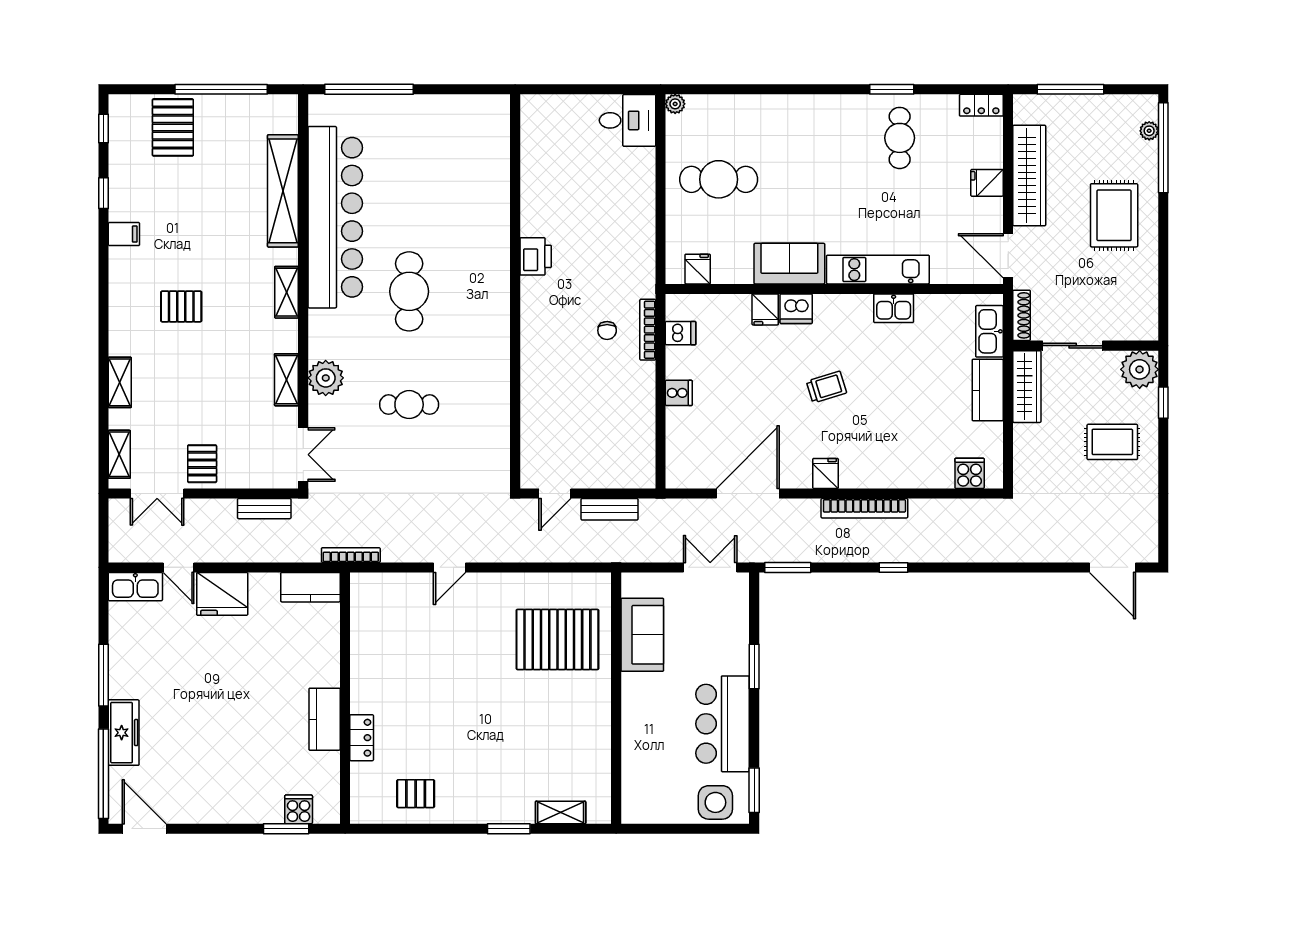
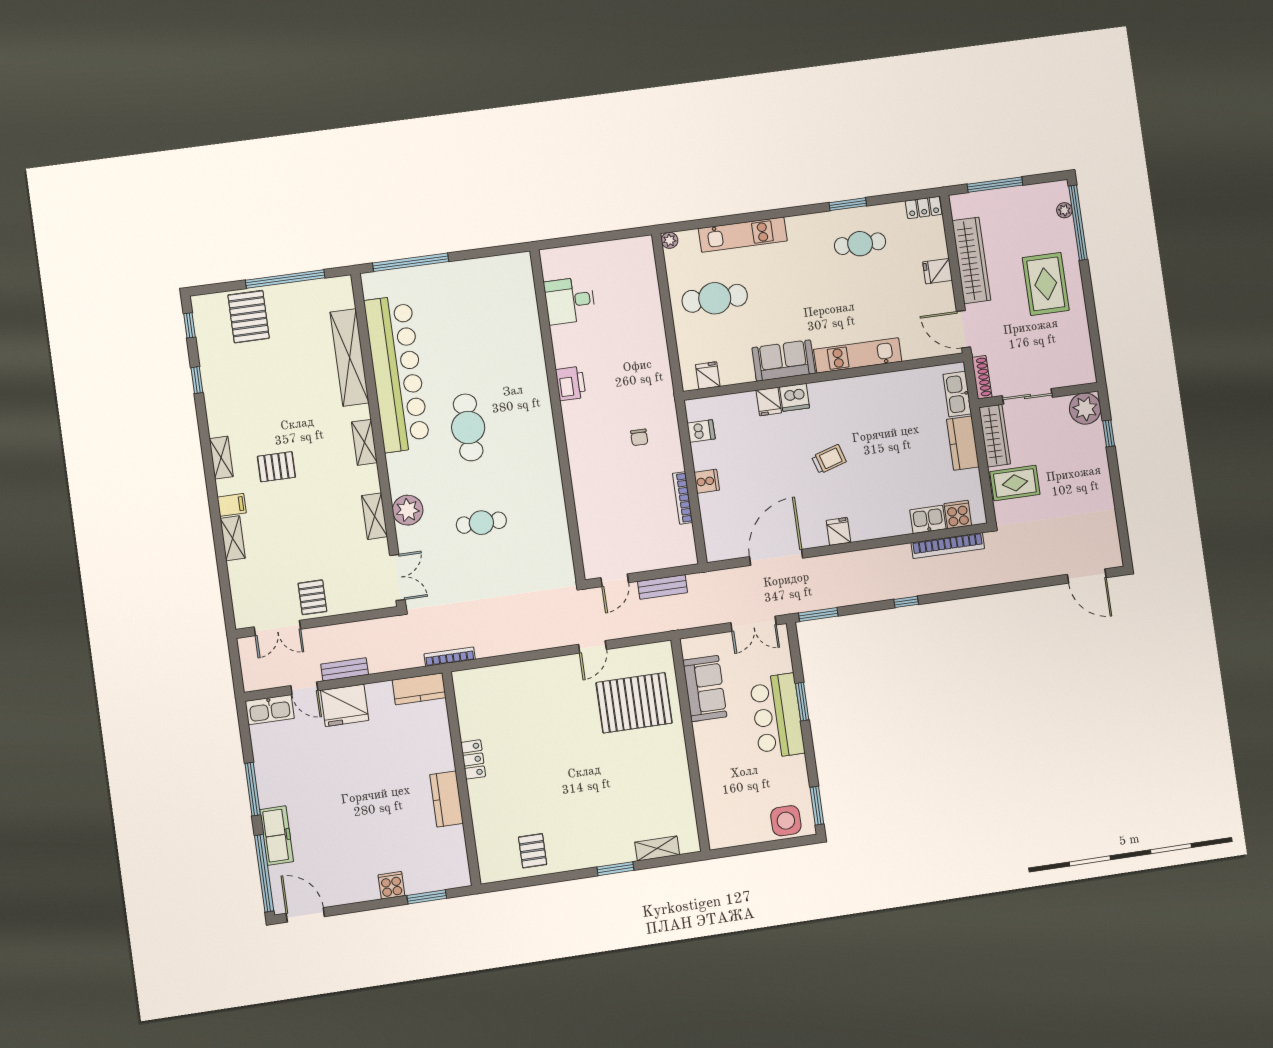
kitchen unit: (762, 109) -> (743, 235), added
desk: (627, 120) -> (570, 301), moved, turned 180
cafe table: (900, 138) -> (860, 244), turned 90
filing cabinet: (124, 234) -> (232, 505), moved
kitchen sink: (894, 308) -> (928, 519), moved, turned 180
bookcase: (648, 330) -> (683, 498), moved
rug: (1112, 442) -> (1015, 483), moved
shelving: (119, 454) -> (221, 458), moved
bookcase: (864, 508) -> (948, 546), moved
bench: (264, 509) -> (345, 669), moved
door: (450, 567) -> (592, 647), moved
double door: (710, 567) -> (754, 624), swing flipped
bar counter: (723, 724) -> (777, 716), moved
locker: (362, 738) -> (473, 759), moved
pallet: (416, 794) -> (533, 851), turned 90
cooker: (299, 809) -> (391, 885), moved

